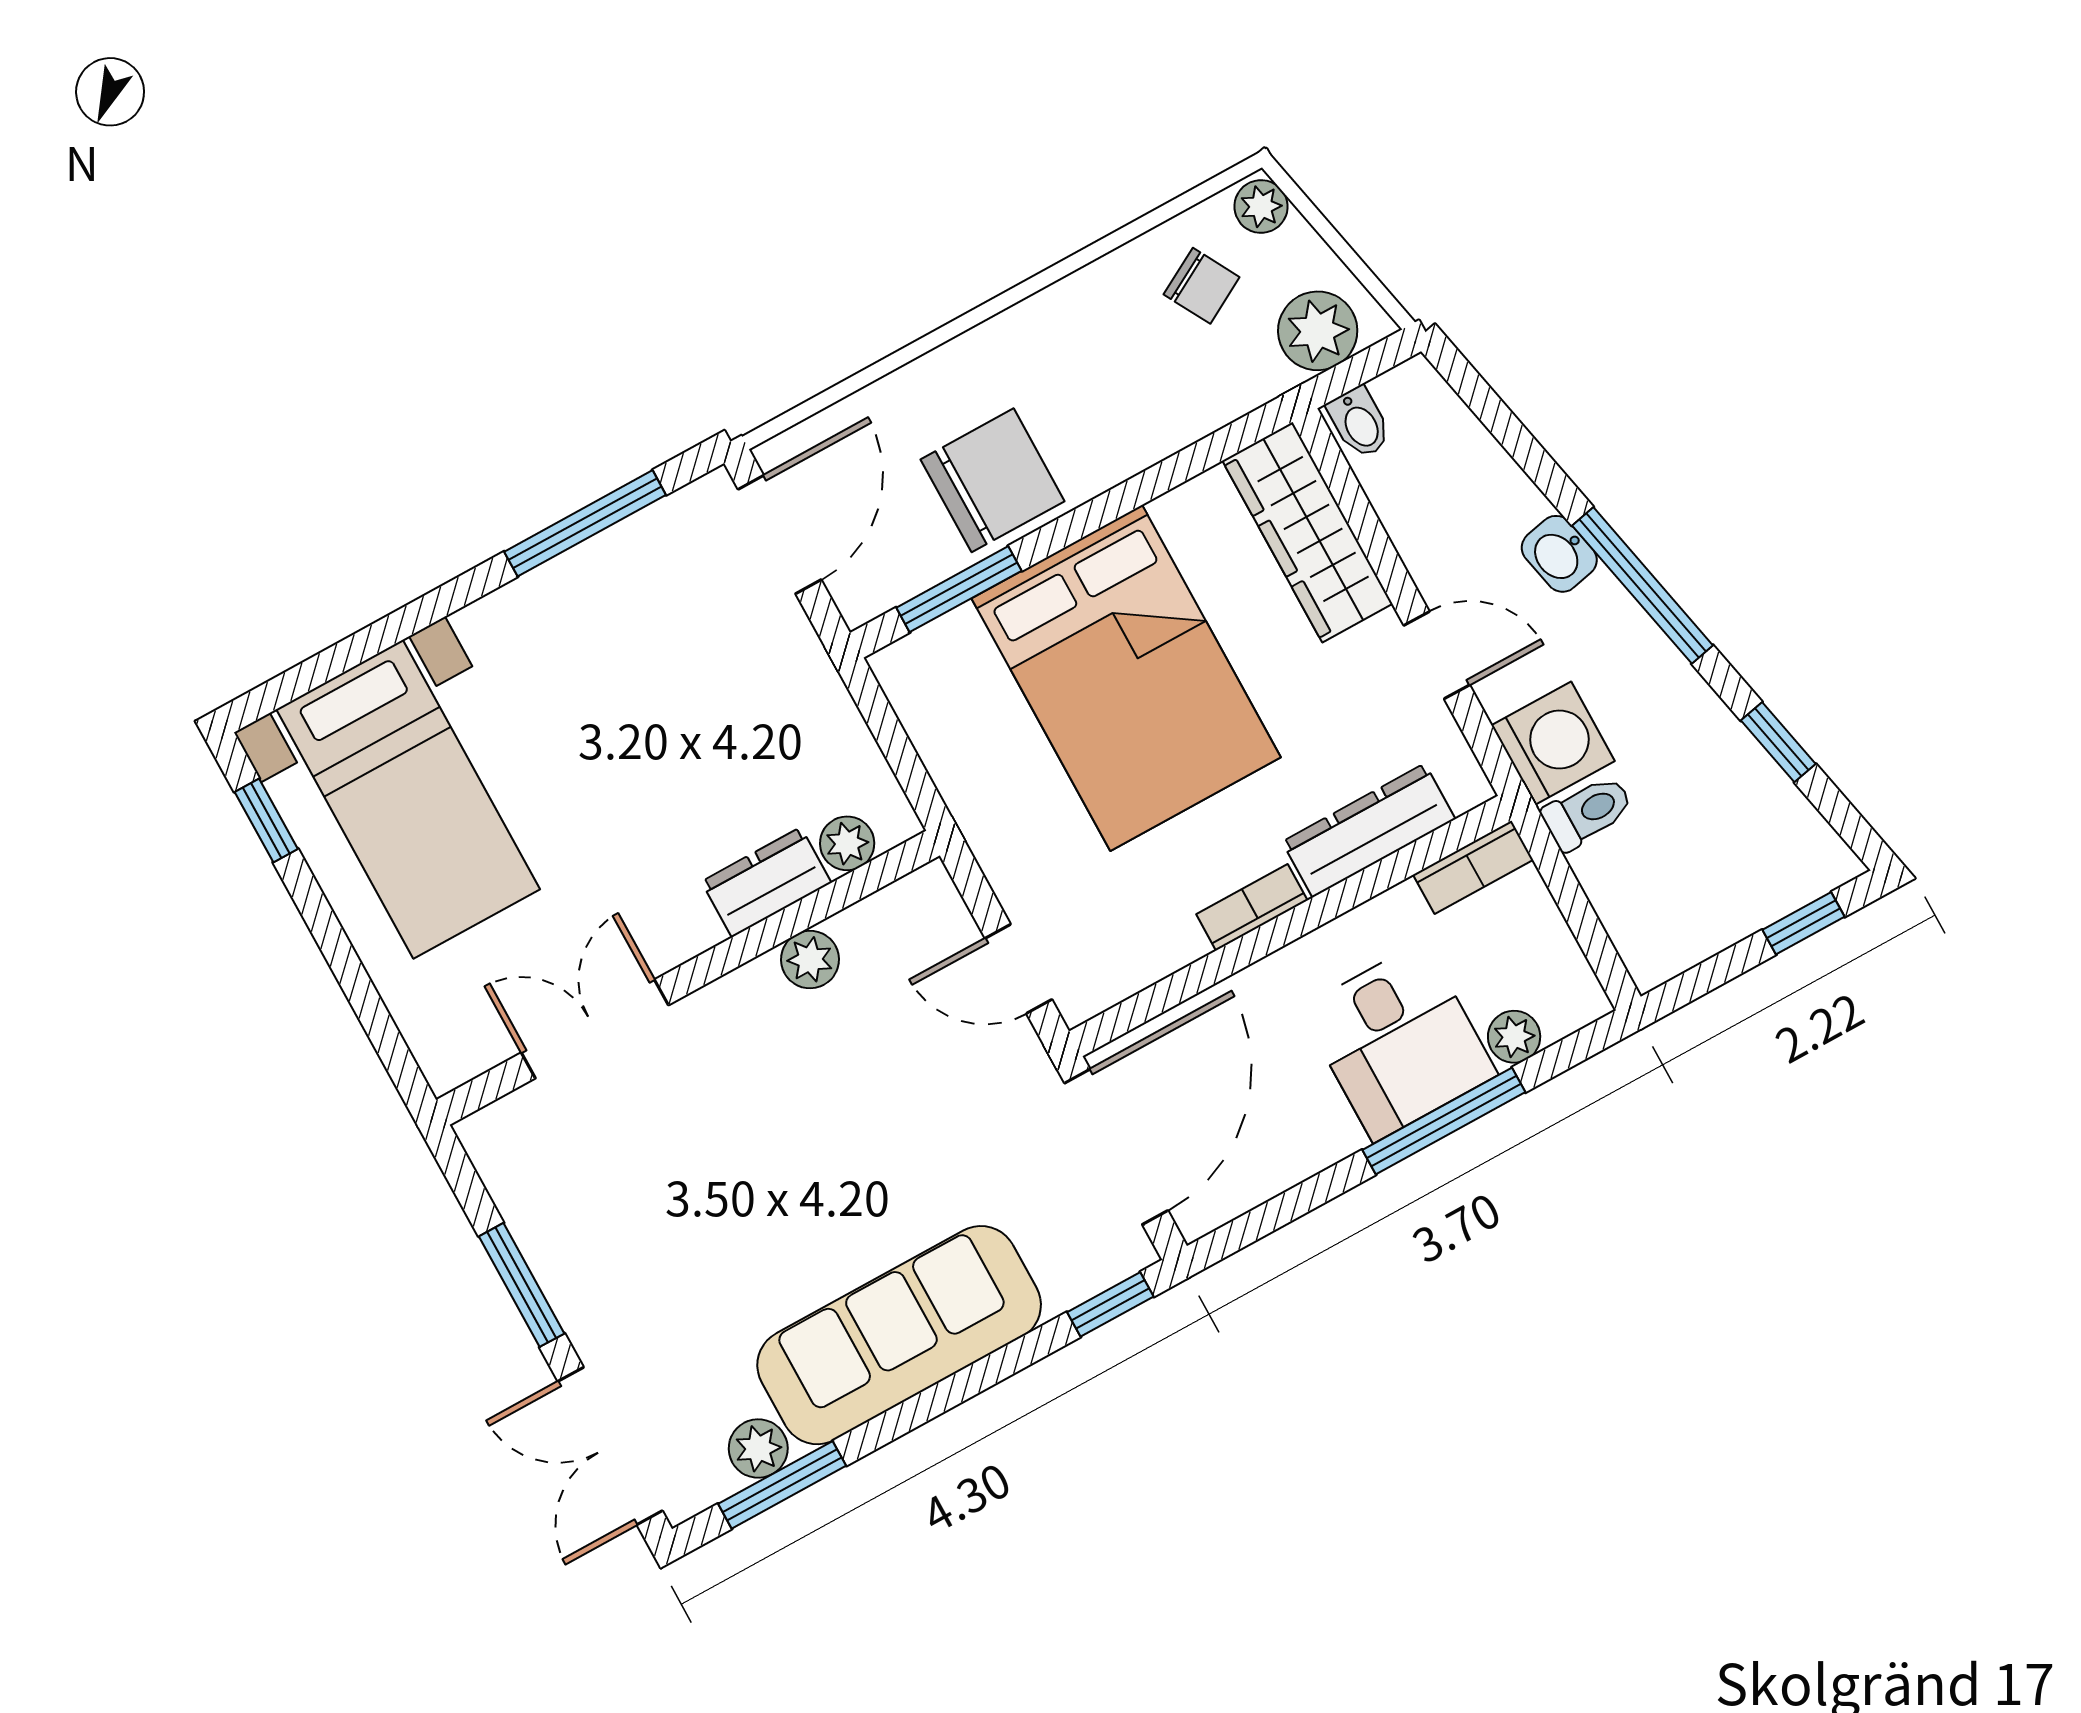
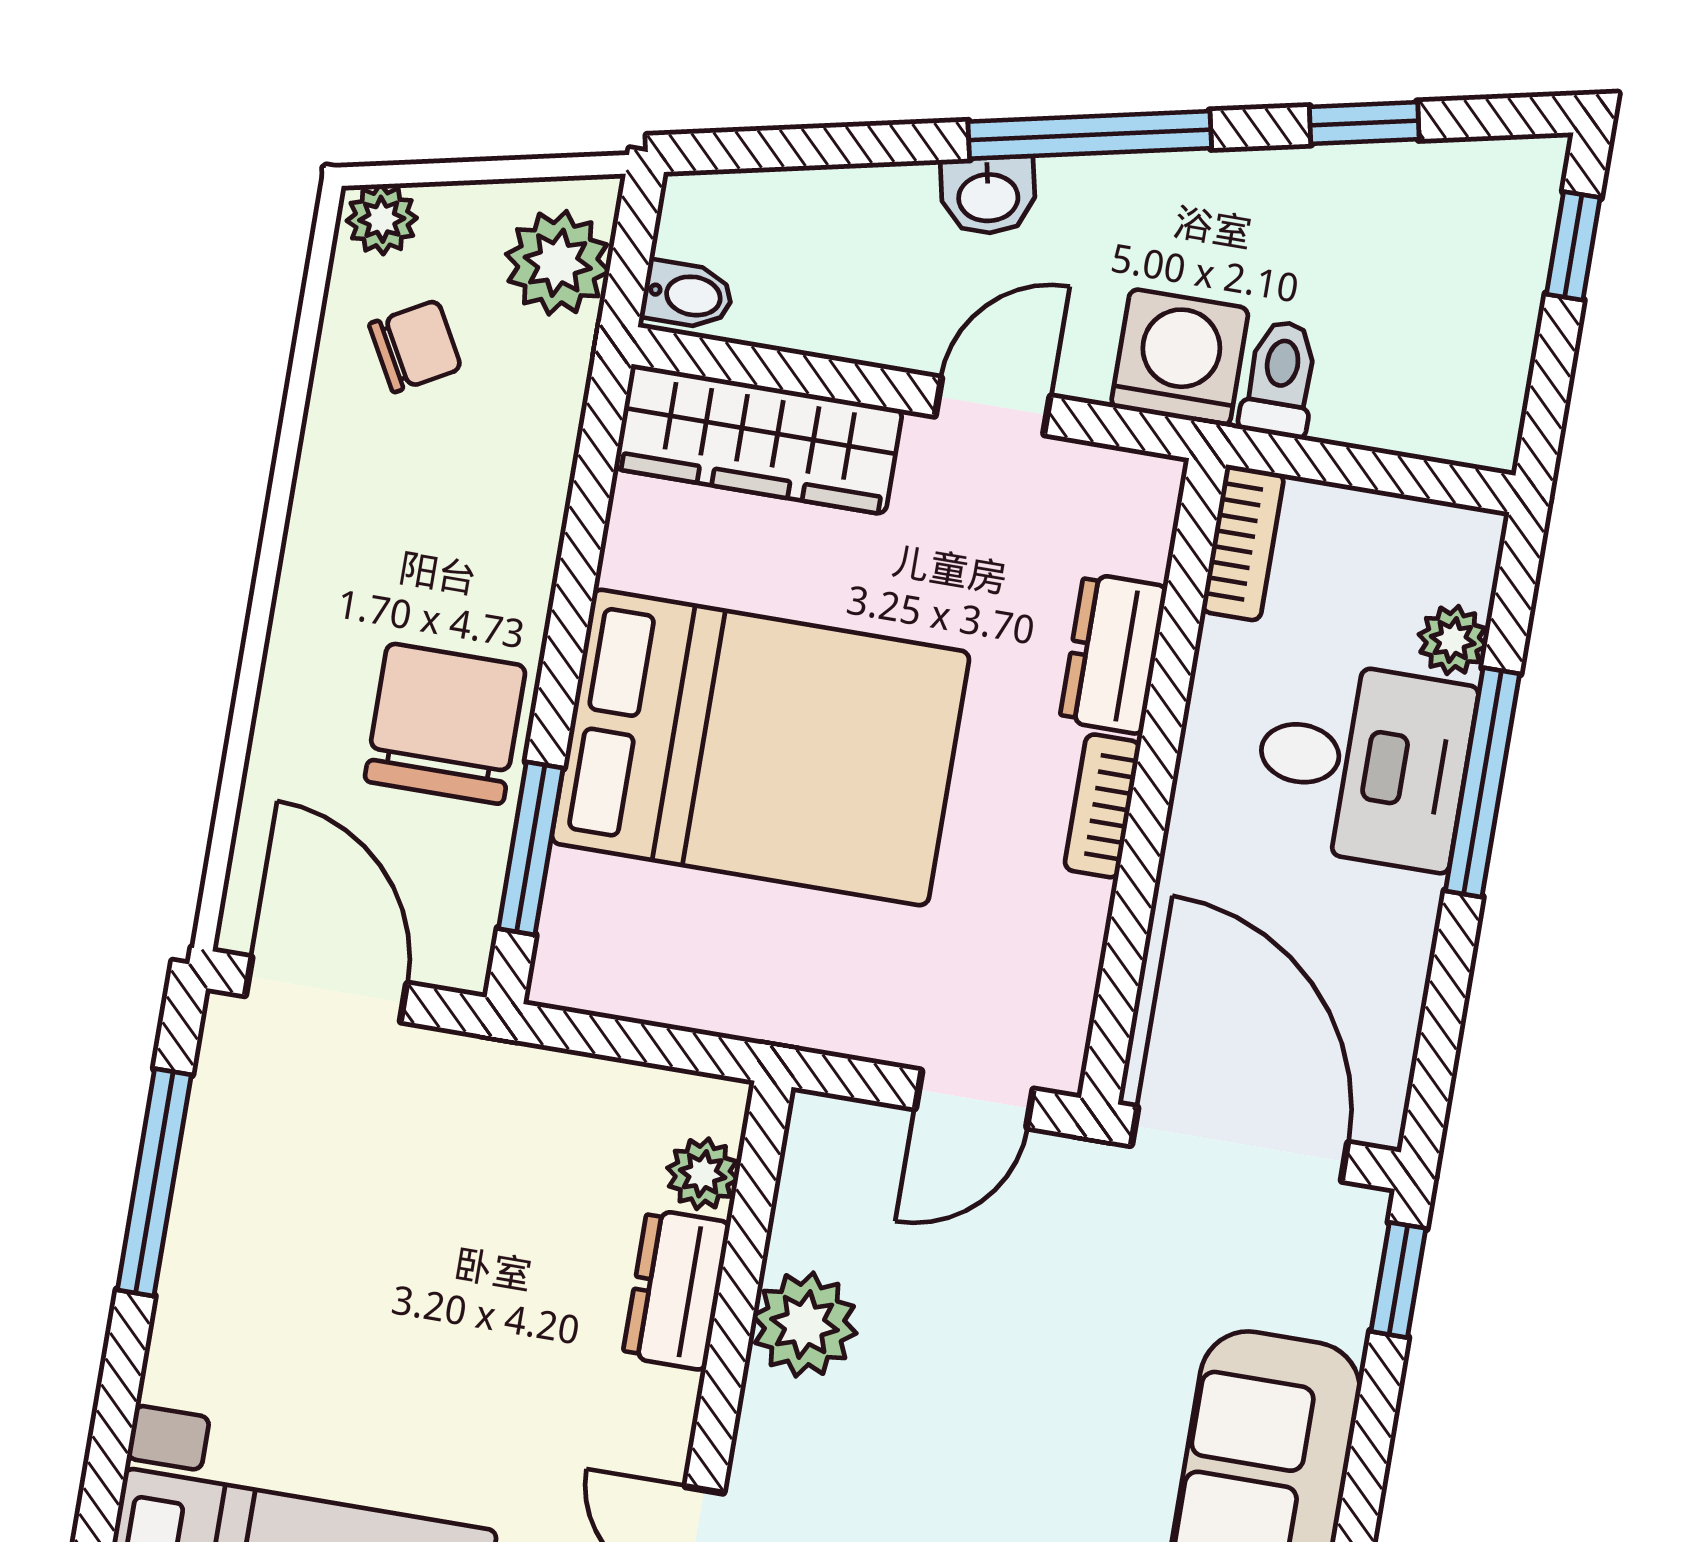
dresser: (1369, 830) -> (1113, 654), width x0.70
plant: (810, 960) -> (805, 1325), width x1.38, depth x1.38

